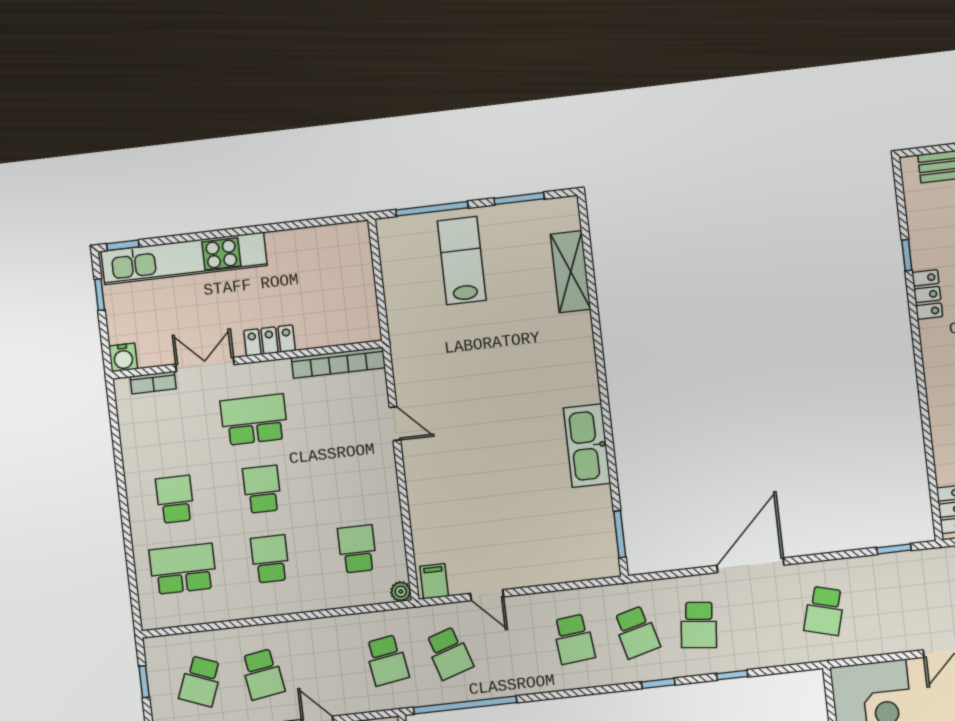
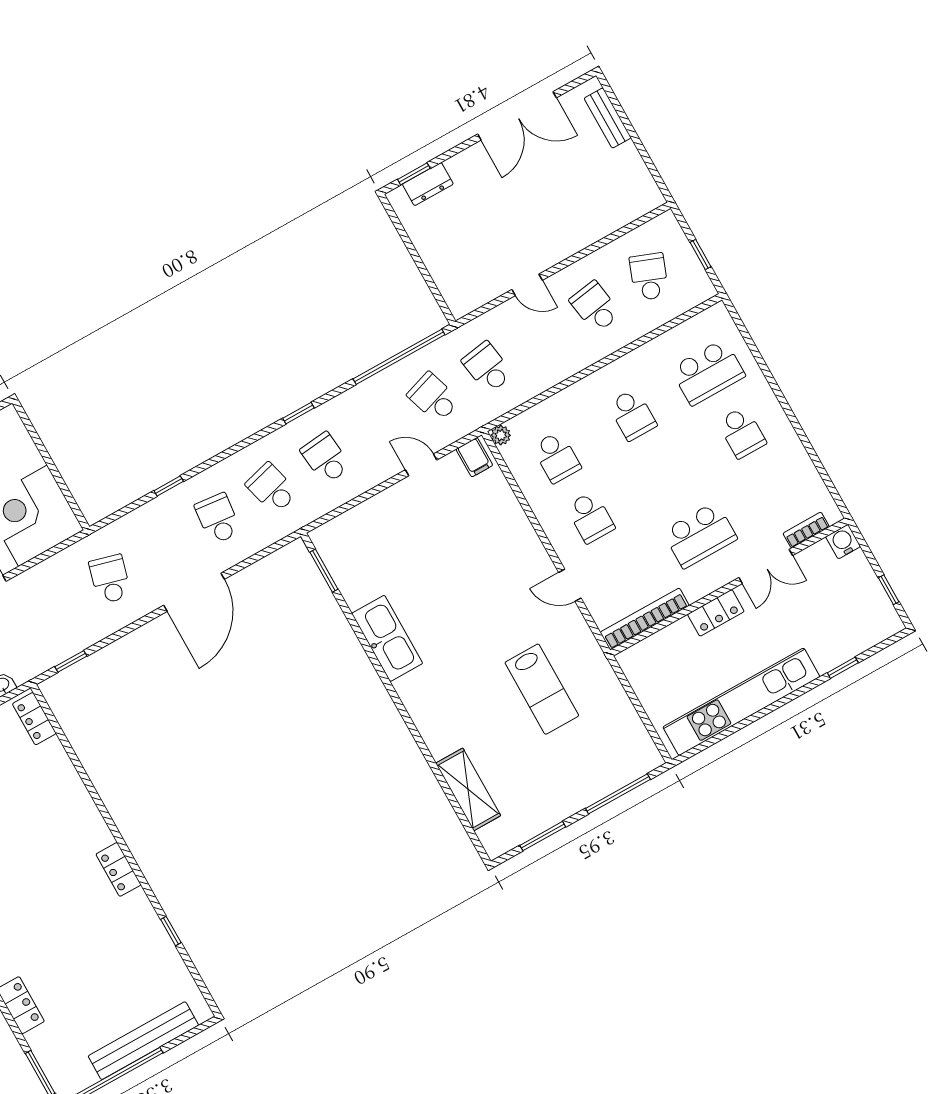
window: (123, 245) -> (843, 668), moved
kitchen unit: (184, 258) -> (741, 702), moved
lab bench: (462, 261) -> (542, 689), moved
locker: (927, 295) -> (118, 869), moved
school desk: (262, 489) -> (590, 517), moved
window: (658, 683) -> (298, 413), moved

